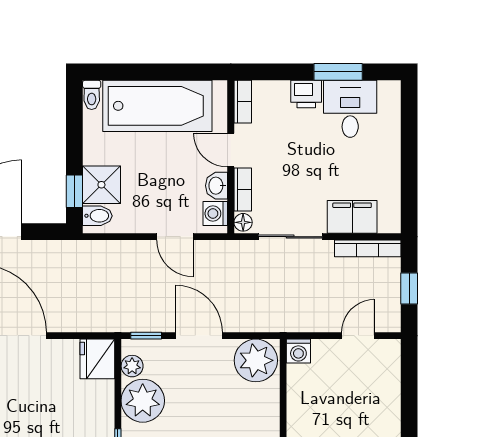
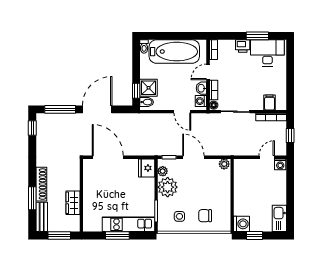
desk: (350, 109) -> (267, 53), width x1.37
door: (231, 150) -> (208, 72), hinge flipped
filing cabinet: (352, 217) -> (270, 103), width x0.50
washing machine: (298, 351) -> (280, 164), moved
plant: (256, 360) -> (224, 164), width x0.53, depth x0.53

